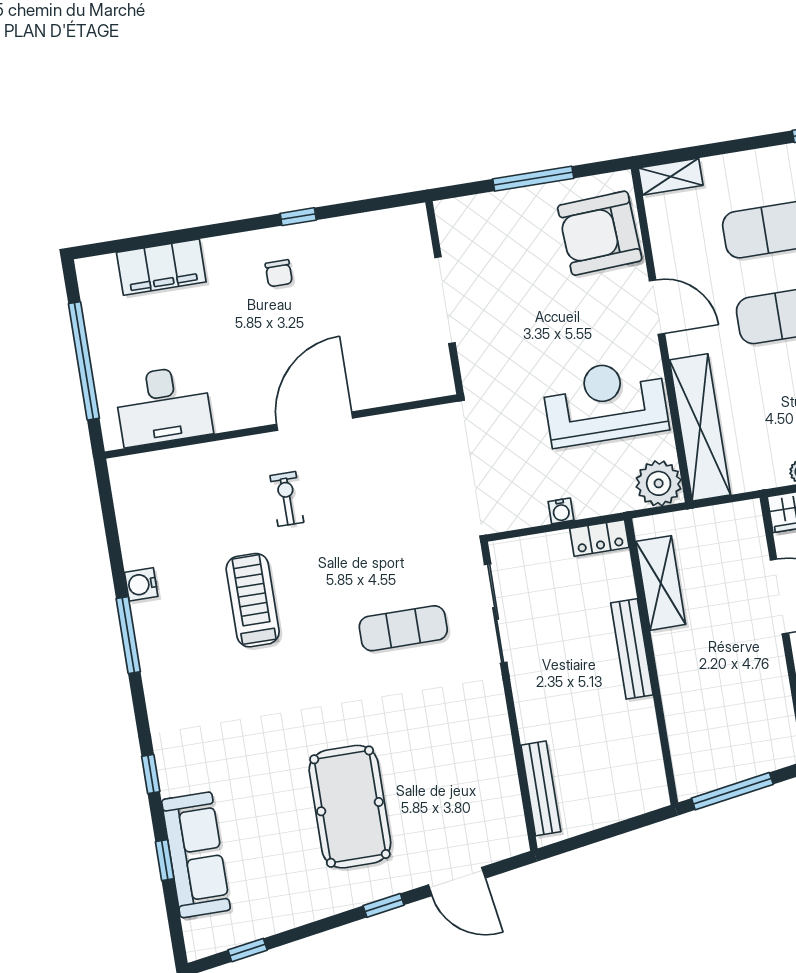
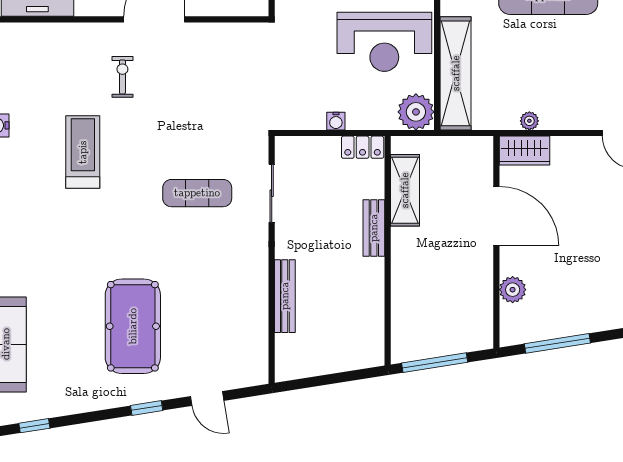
reception desk: (605, 403) -> (384, 42), turned 180
sliding door: (496, 613) -> (272, 193), width x0.73
bench: (632, 649) -> (374, 228), width x0.73
bench: (541, 788) -> (285, 296), moved
door: (457, 881) -> (207, 398), width x0.73

